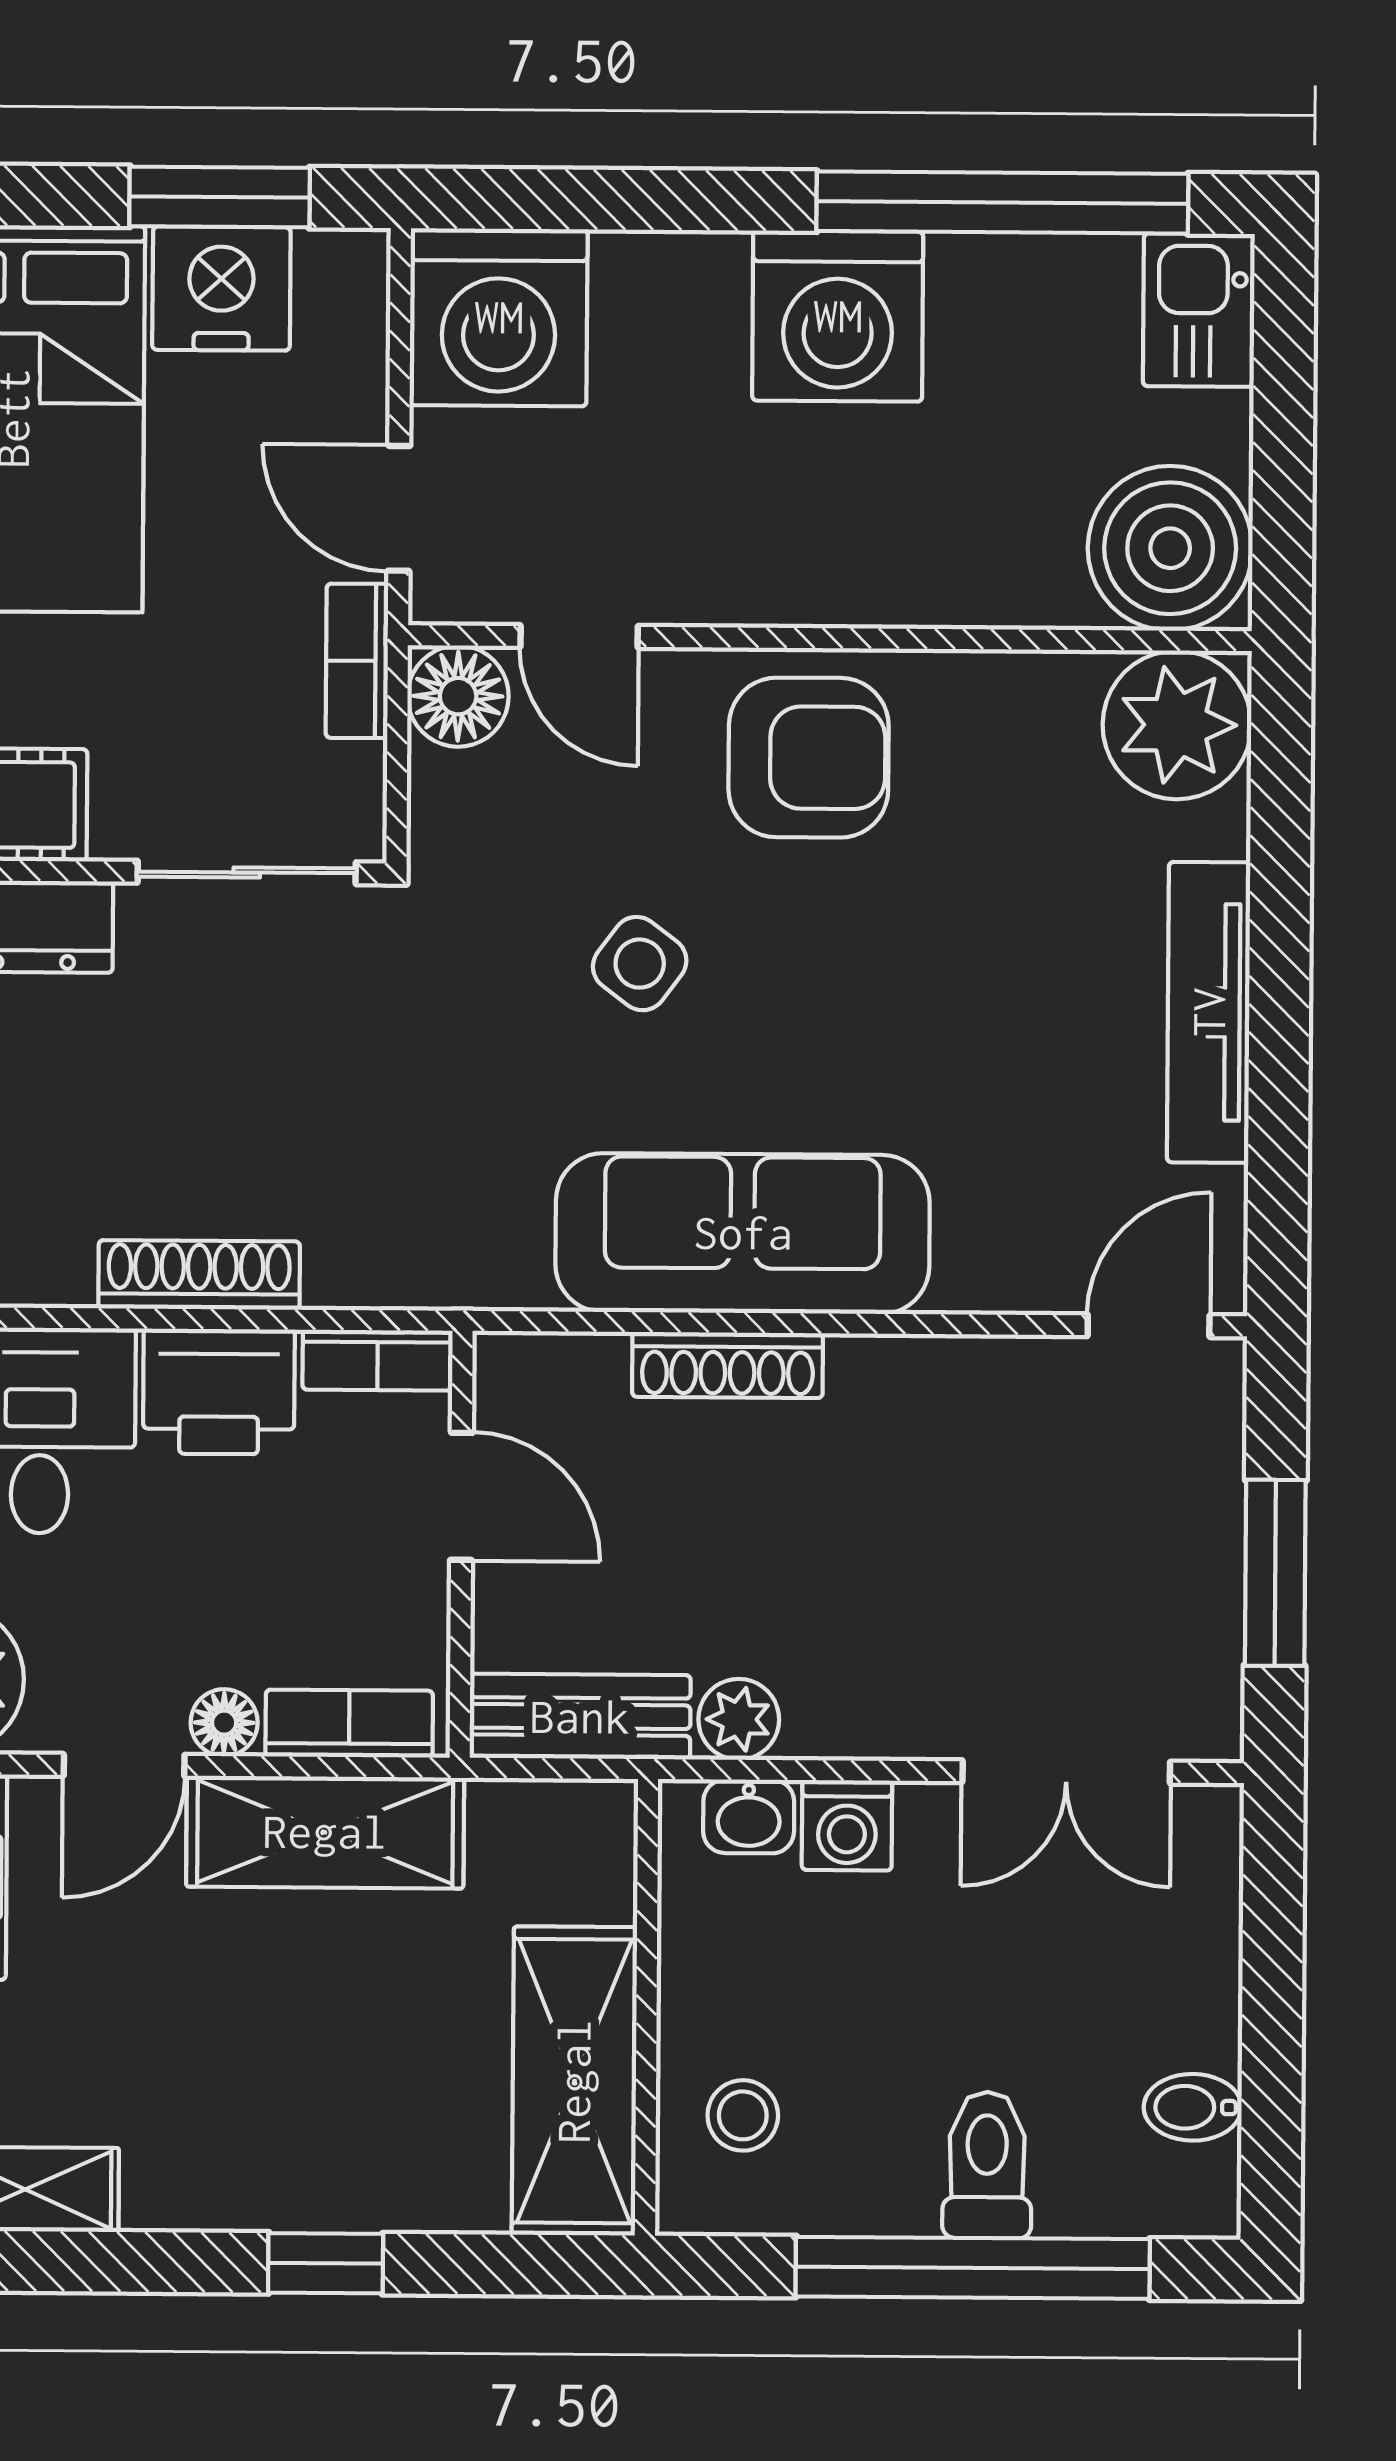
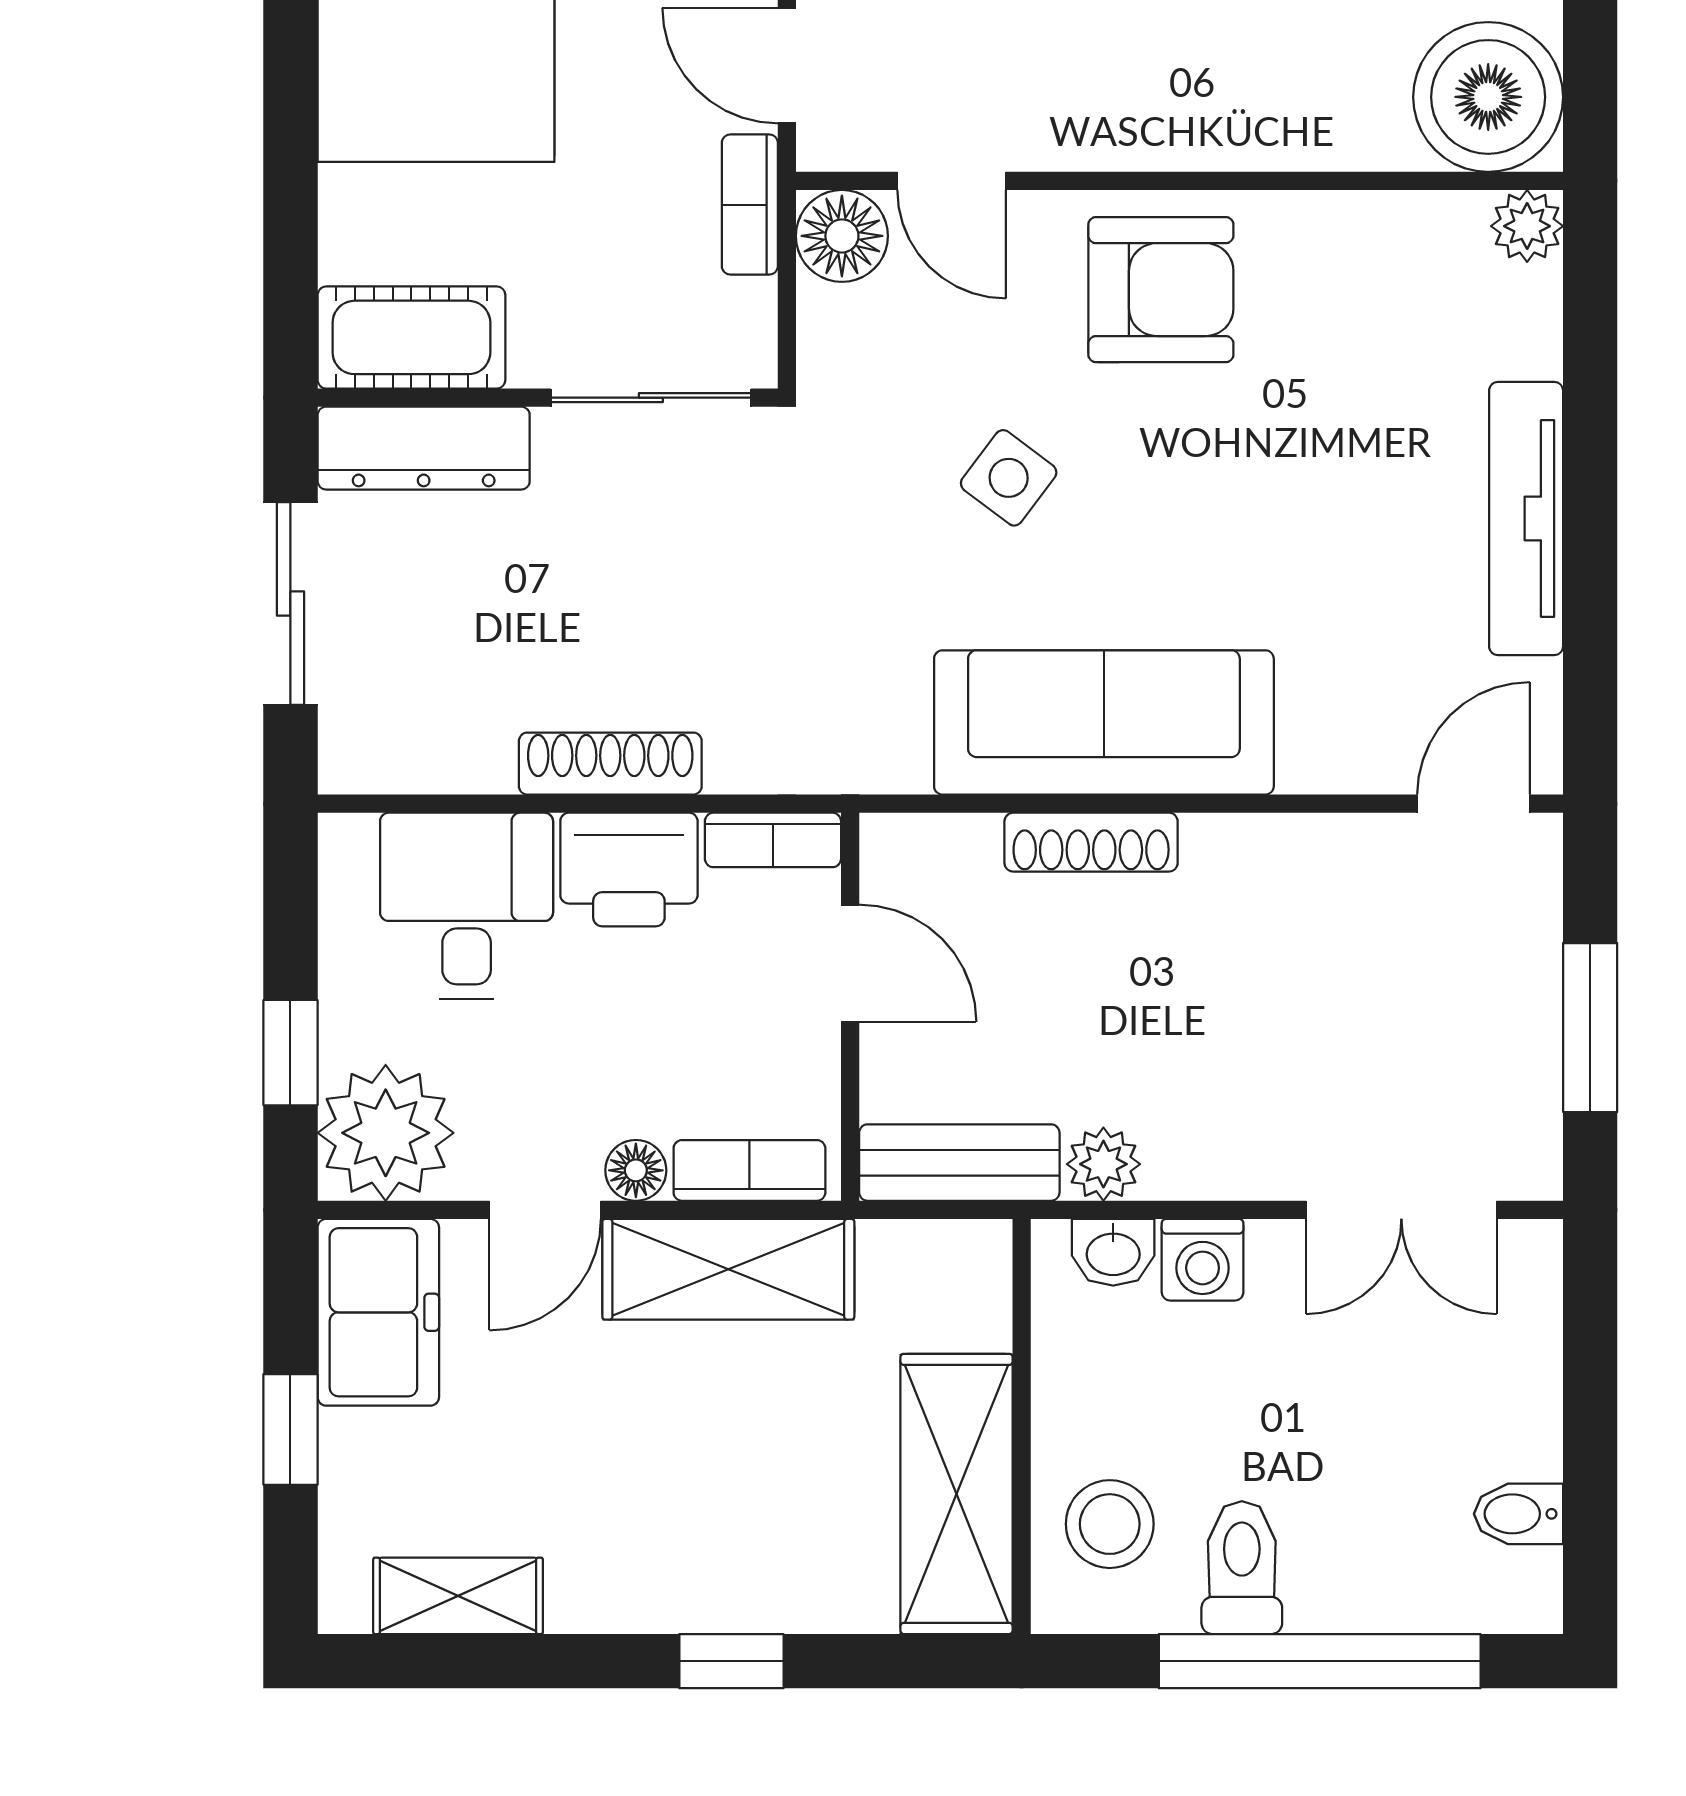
plant: (1177, 725) -> (1527, 226), width x0.53, depth x0.53
stool: (743, 2115) -> (1110, 1524), width x1.37, depth x1.37
toilet: (987, 2165) -> (1242, 1568), moved

